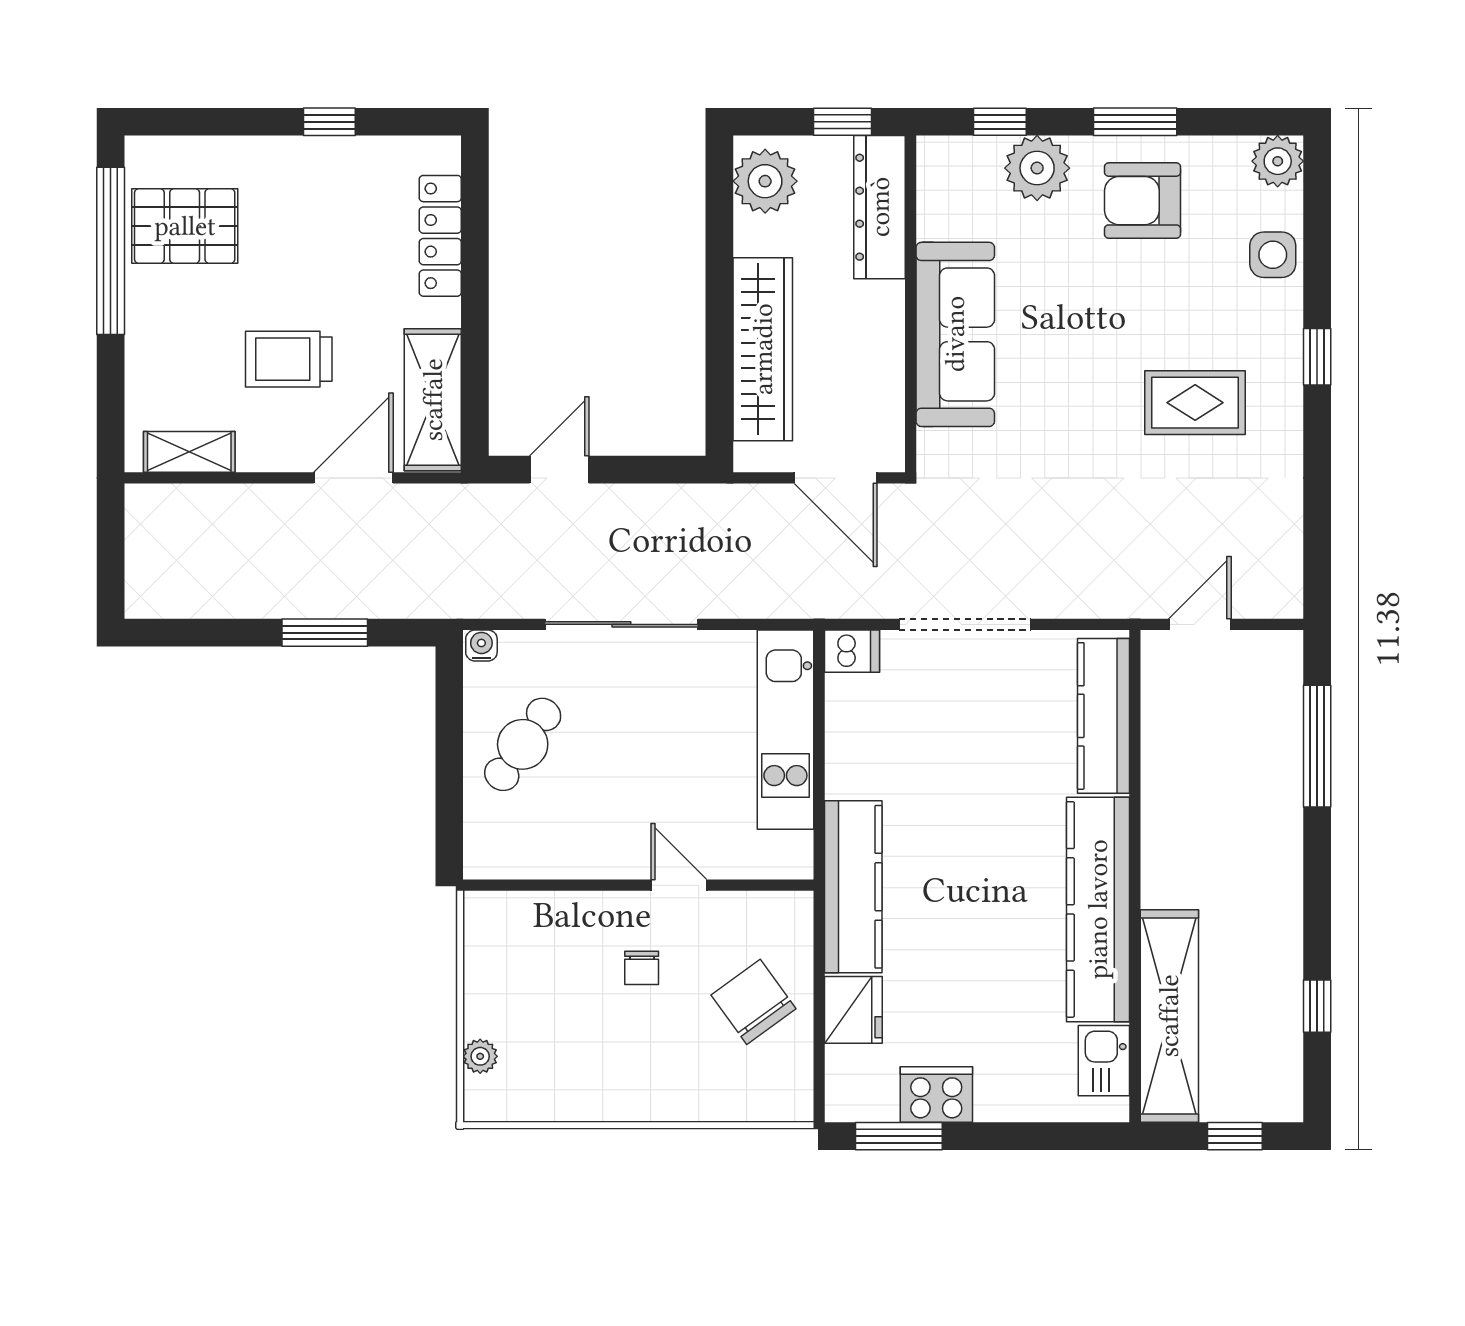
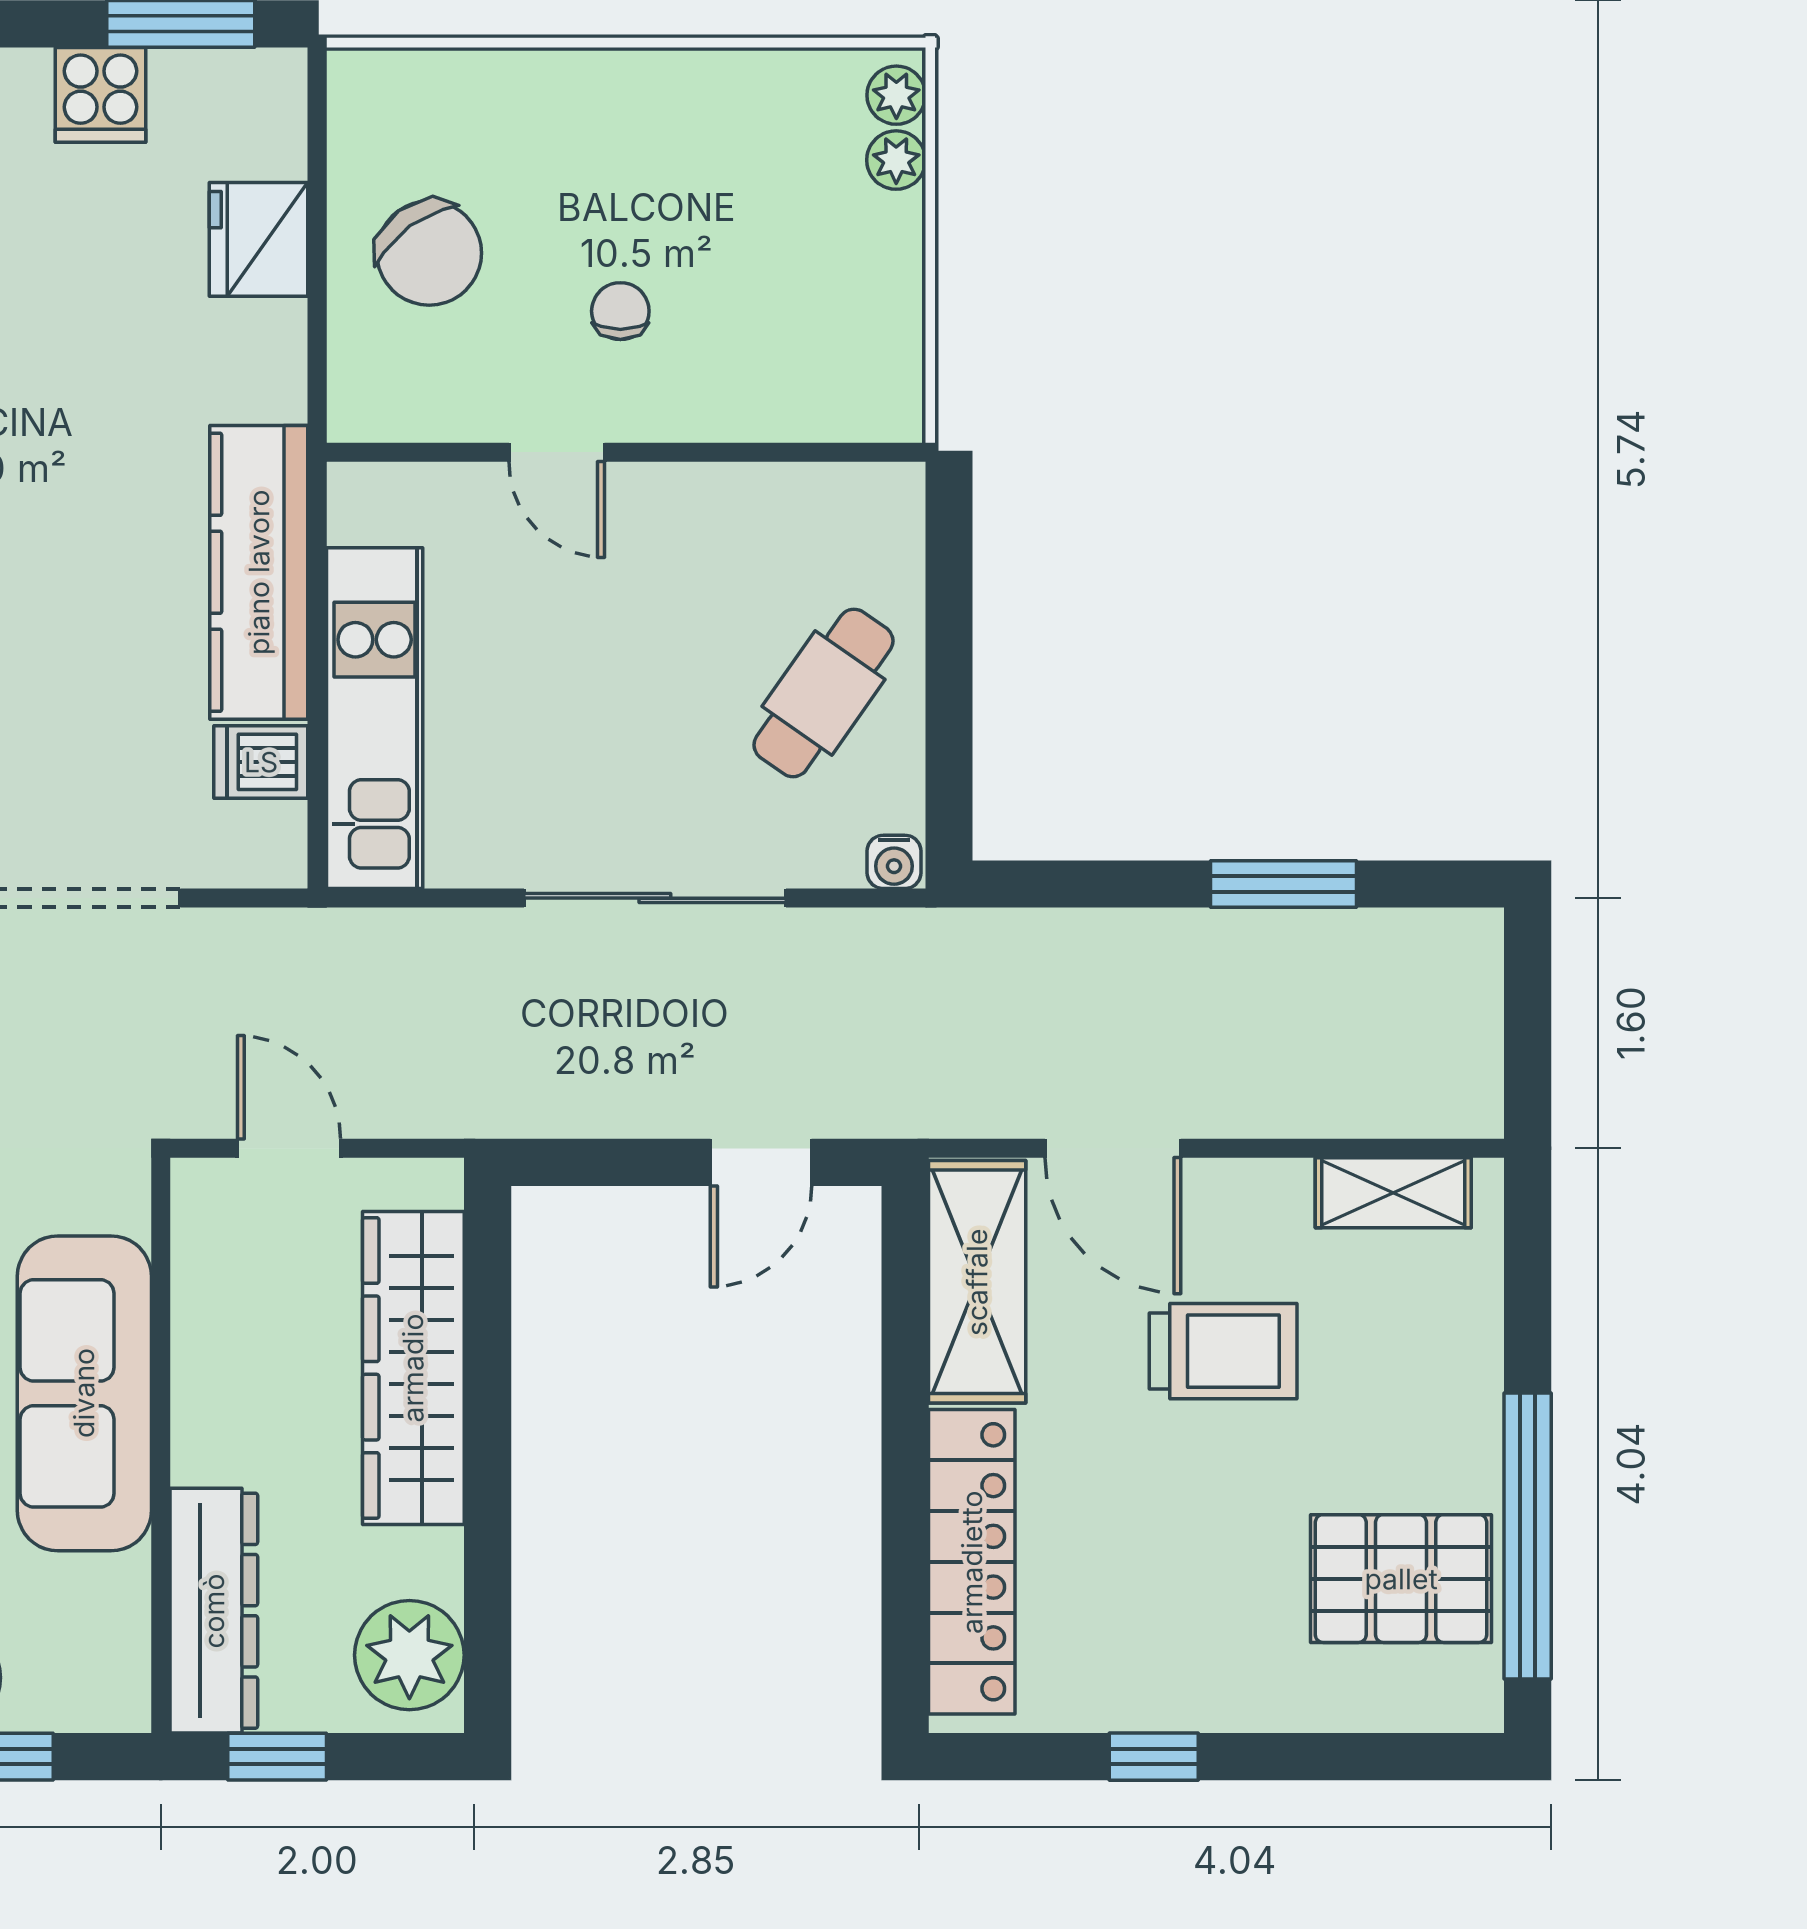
locker: (440, 236) -> (972, 1562), width x1.41, depth x1.21
door: (353, 478) -> (1113, 1148), hinge flipped
door: (836, 478) -> (289, 1148), width x0.73
window: (325, 633) -> (1283, 884), moved
dishwasher: (852, 651) -> (261, 762), moved
kitchen counter: (853, 887) -> (259, 572), moved
plant: (480, 1094) -> (896, 95), added
cooker: (936, 1094) -> (100, 95), width x0.73

